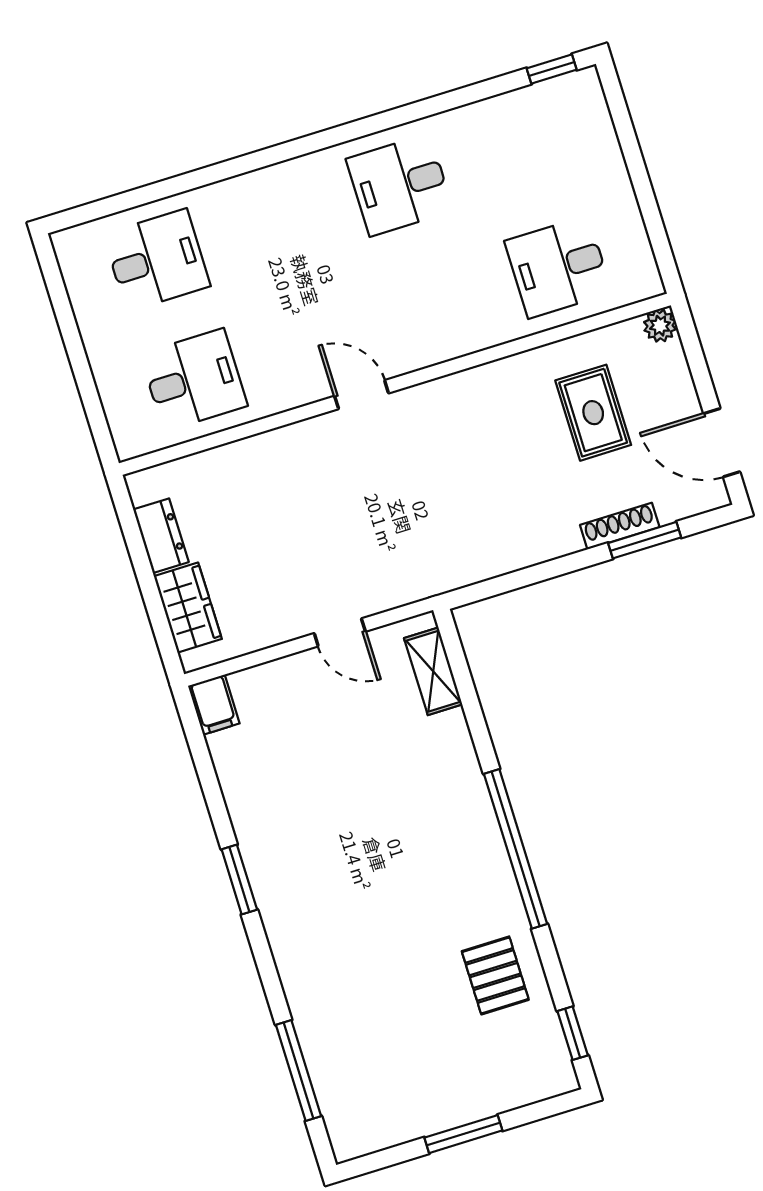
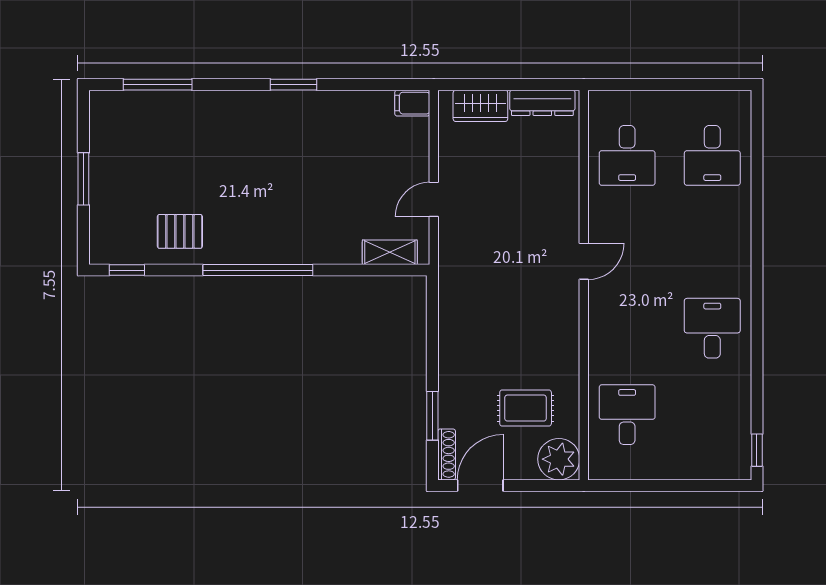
plant: (660, 326) -> (559, 459), width x1.87, depth x1.87
shoe rack: (620, 526) -> (447, 454), moved
dresser: (161, 536) -> (542, 103), width x1.44

